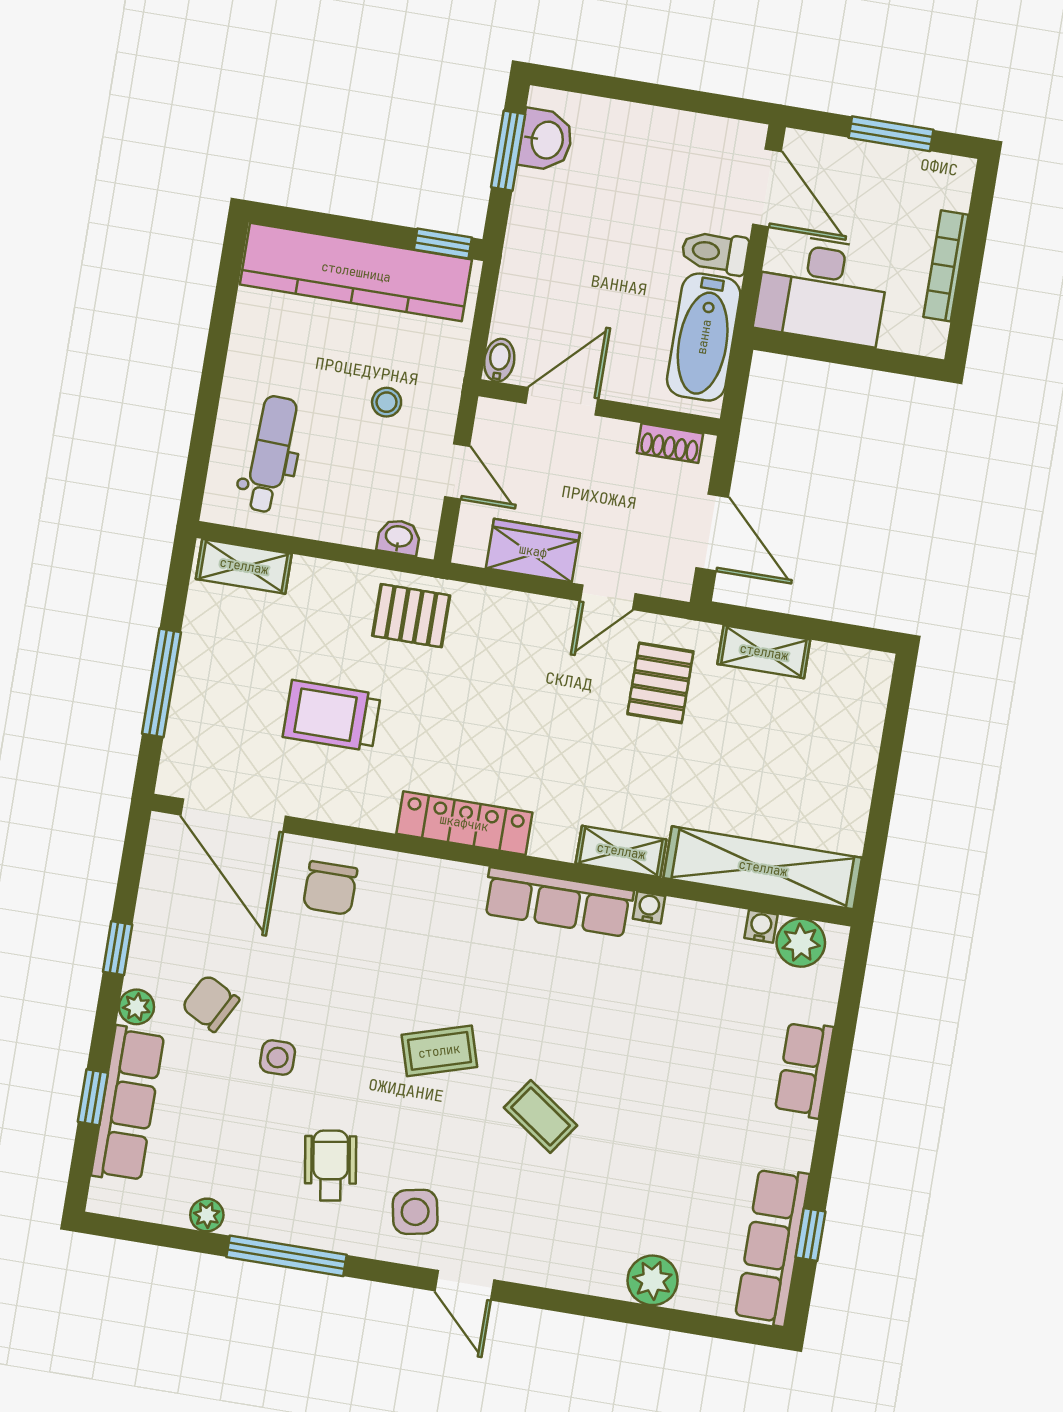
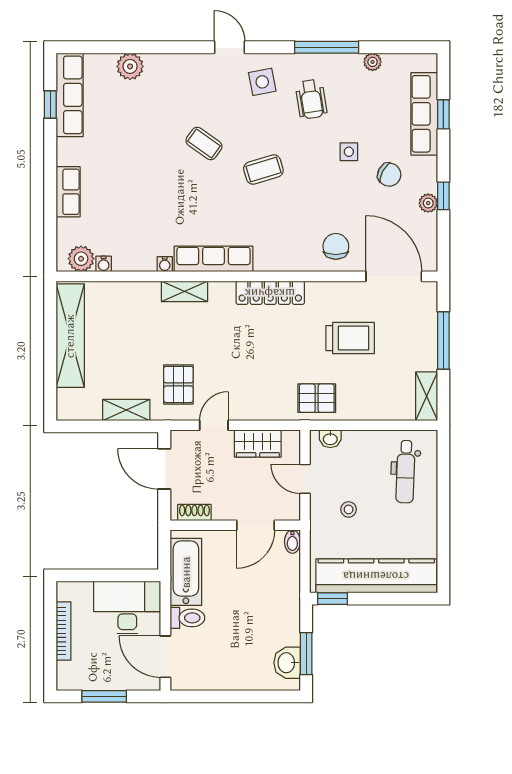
shelving: (244, 566) -> (427, 396), moved, turned 90
shelving: (763, 868) -> (70, 336), moved, turned 90
plant: (136, 1007) -> (428, 203), moved

